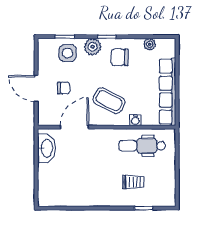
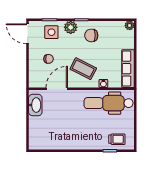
plant: (150, 44) -> (130, 25), moved
door: (36, 89) -> (28, 34), moved
row of seats: (167, 92) -> (128, 69), width x0.73
dental chair: (142, 146) -> (109, 103), width x1.36, depth x1.38
trolley: (134, 182) -> (117, 139), moved

